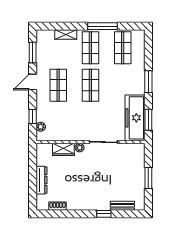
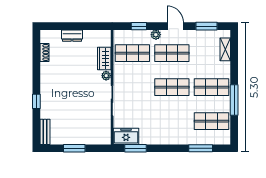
shelving: (66, 35) -> (225, 49), moved
window: (148, 82) -> (201, 148), moved
freezer: (135, 118) -> (126, 136), width x0.52, depth x0.79
shop shelf: (58, 123) -> (132, 53), added
plant: (41, 127) -> (156, 35), moved
dresser: (41, 180) -> (72, 36), width x0.70
bench: (122, 206) -> (45, 132), moved

